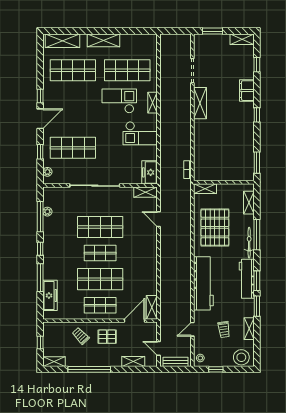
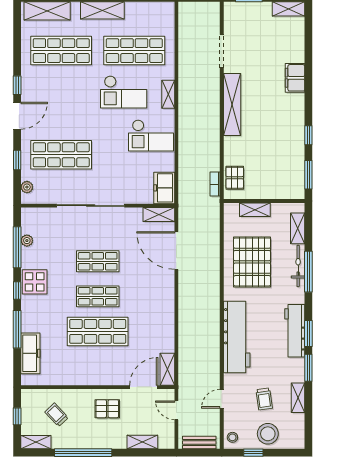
window: (257, 65) -> (308, 43), removed
checkout: (119, 101) -> (124, 92), turned 180
shelving: (200, 103) -> (232, 104), width x1.47
window: (257, 115) -> (308, 135), moved
pallet: (202, 165) -> (235, 178), added
shelving: (205, 189) -> (255, 210), moved
door: (159, 219) -> (176, 251), width x1.87
shop shelf: (100, 227) -> (98, 261), width x0.70, depth x0.74
display table: (53, 242) -> (35, 282), added
bicycle: (249, 243) -> (298, 266), moved
shop shelf: (100, 305) -> (98, 366), removed
trolley: (81, 336) -> (56, 415), moved
door: (159, 348) -> (176, 410), moved
stool: (241, 357) -> (268, 434), moved

